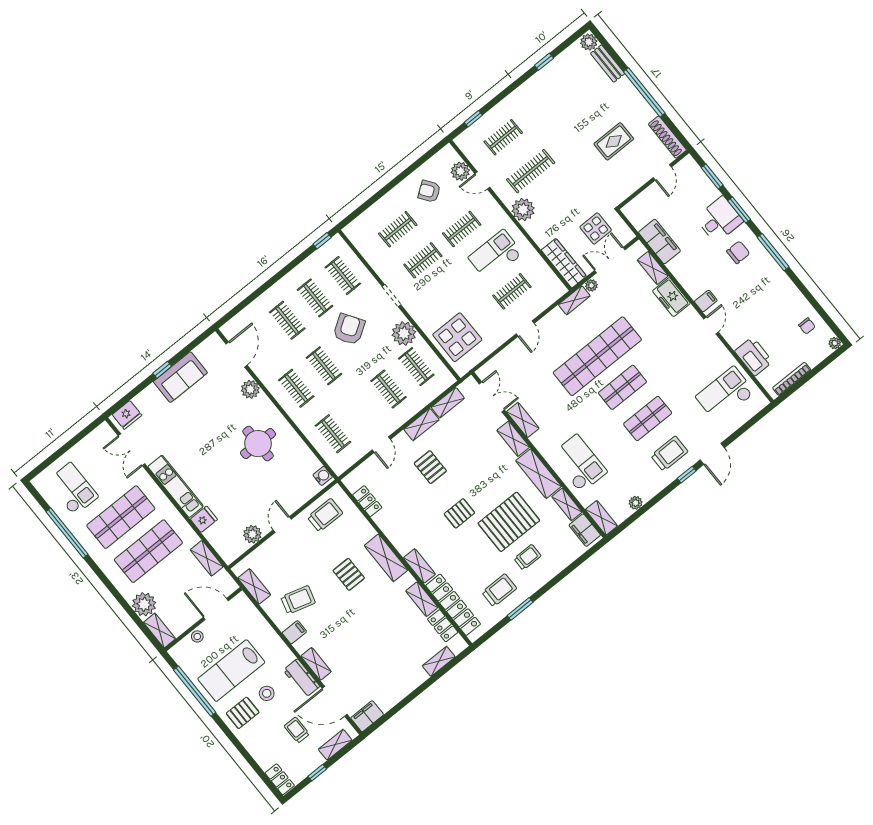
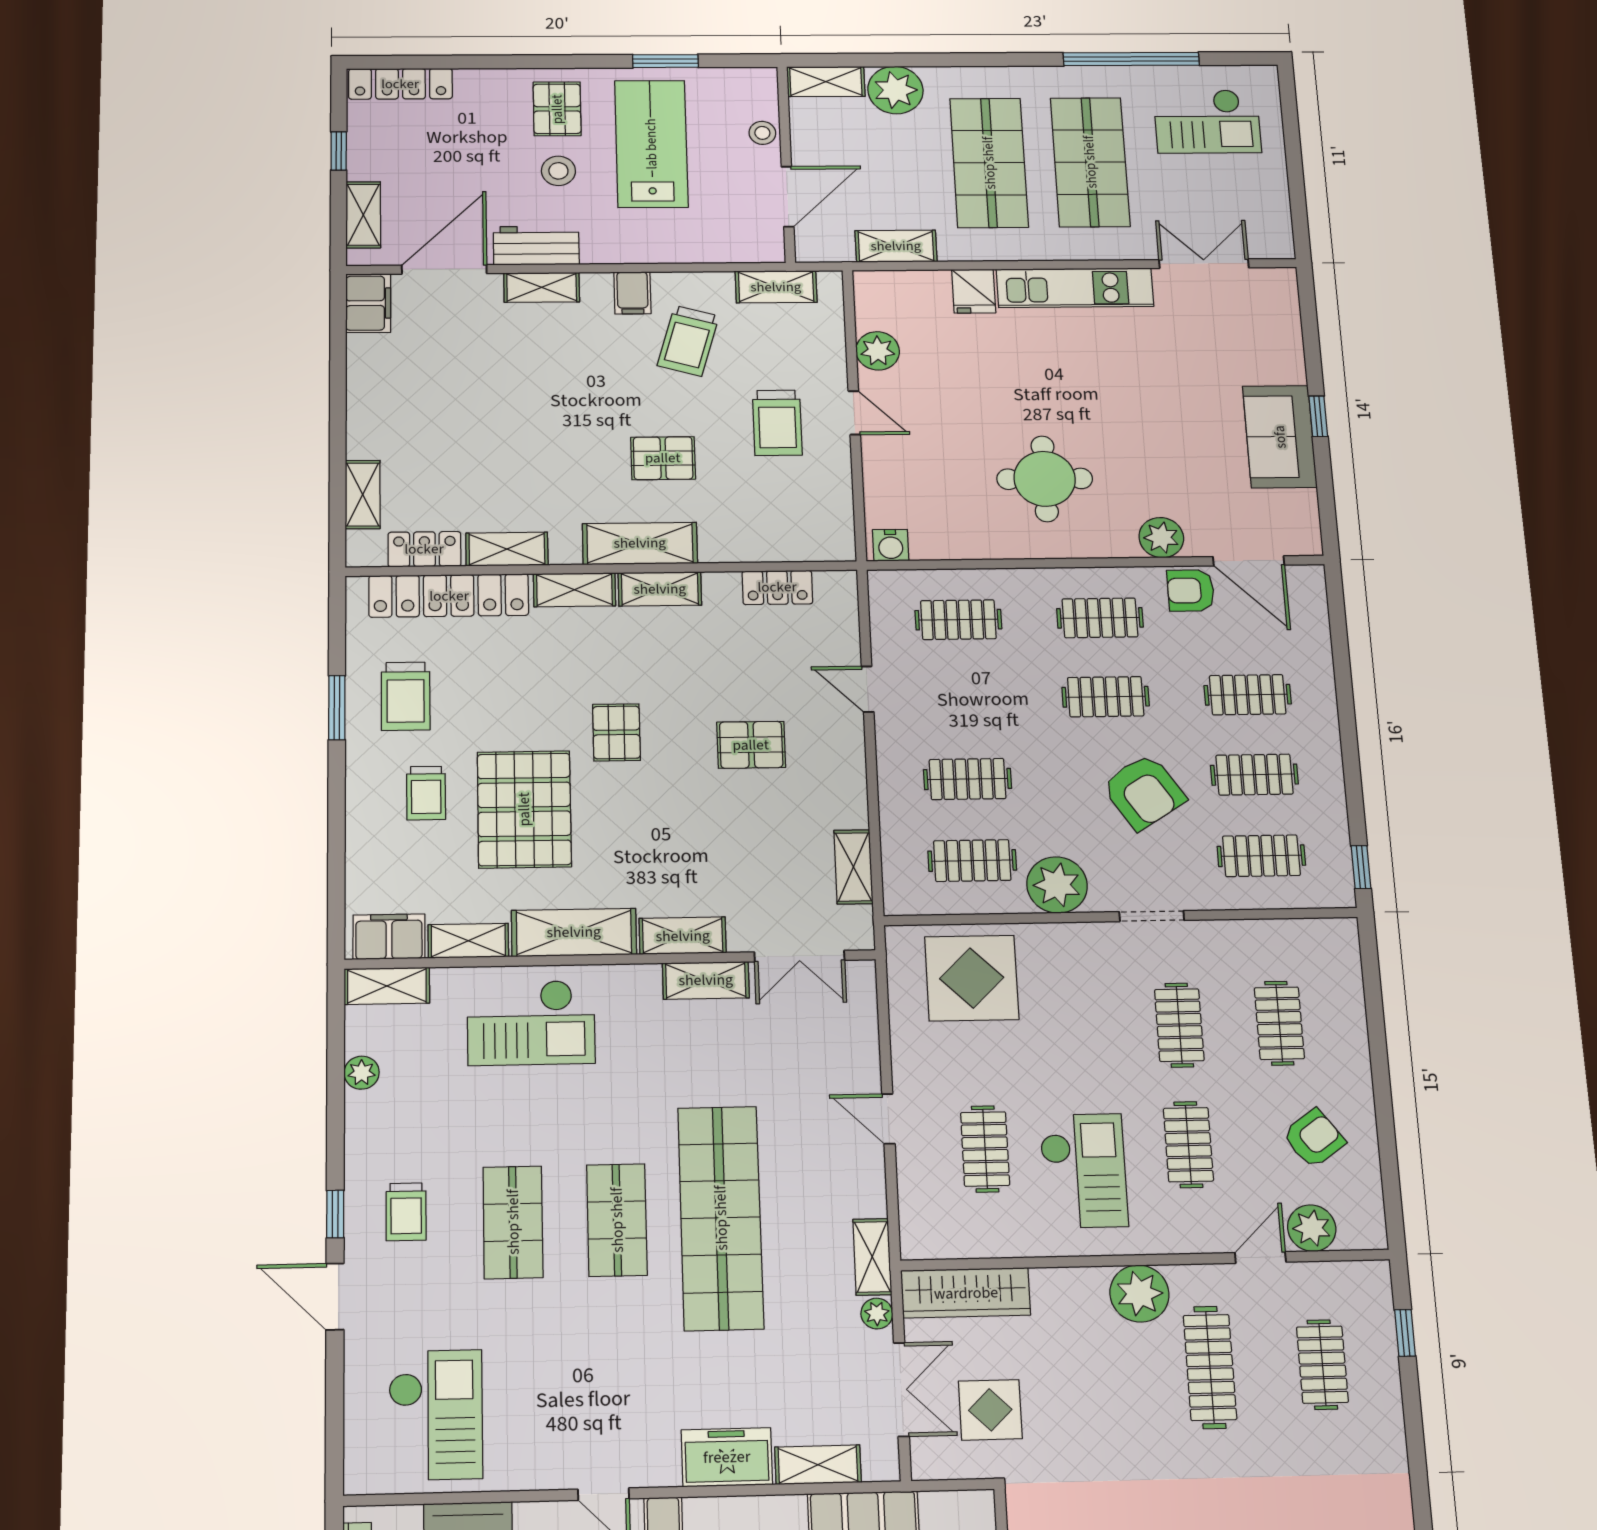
armchair: (263, 366) -> (1191, 590), added
fridge: (127, 415) -> (1277, 301), removed
shelving: (421, 424) -> (660, 589), moved, turned 90
trolley: (669, 454) -> (406, 1212), width x0.73, depth x0.72
trolley: (325, 515) -> (777, 423), moved
window: (195, 691) -> (665, 61), width x0.47
trolley: (297, 730) -> (447, 172), removed
locker: (280, 779) -> (400, 84), width x1.53

